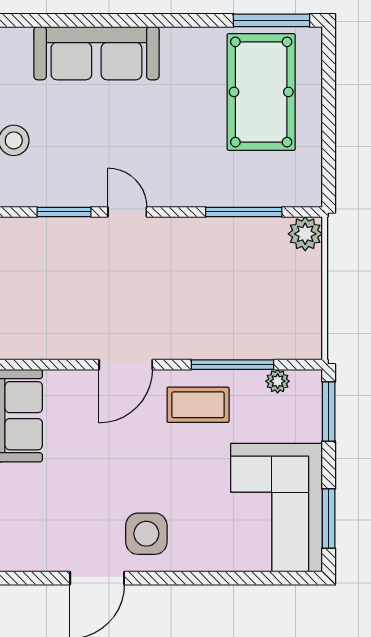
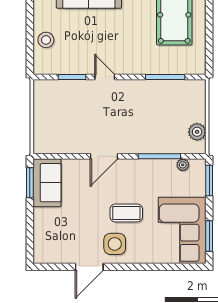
plant: (305, 234) -> (197, 132), moved
coffee table: (198, 405) -> (126, 213), moved

